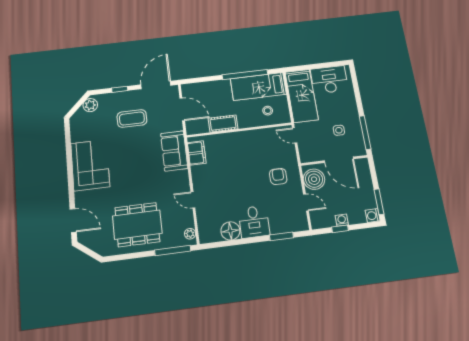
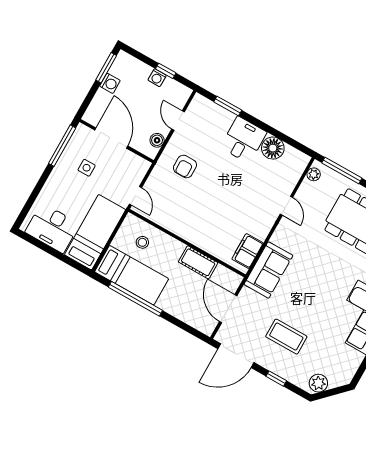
boiler: (314, 179) -> (157, 140), width x0.54, depth x0.54
washing machine: (373, 215) -> (110, 83), moved

